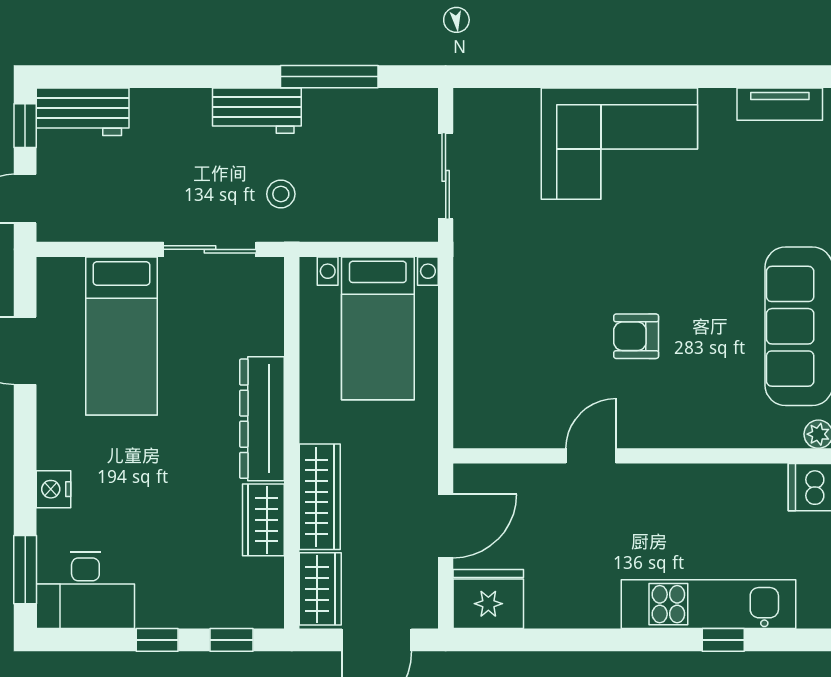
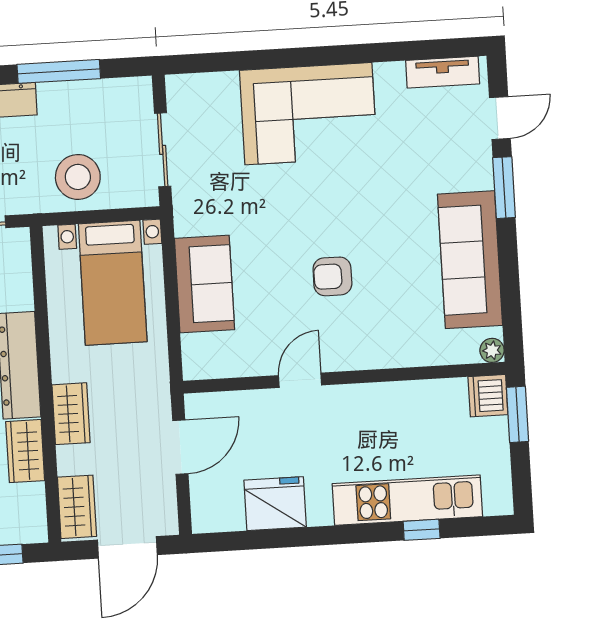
stool: (281, 194) -> (78, 177), moved, width x1.89, depth x1.89
sofa: (485, 336) -> (204, 284), added
wardrobe: (320, 497) -> (71, 414), width x0.67
fridge: (488, 599) -> (275, 504), moved

